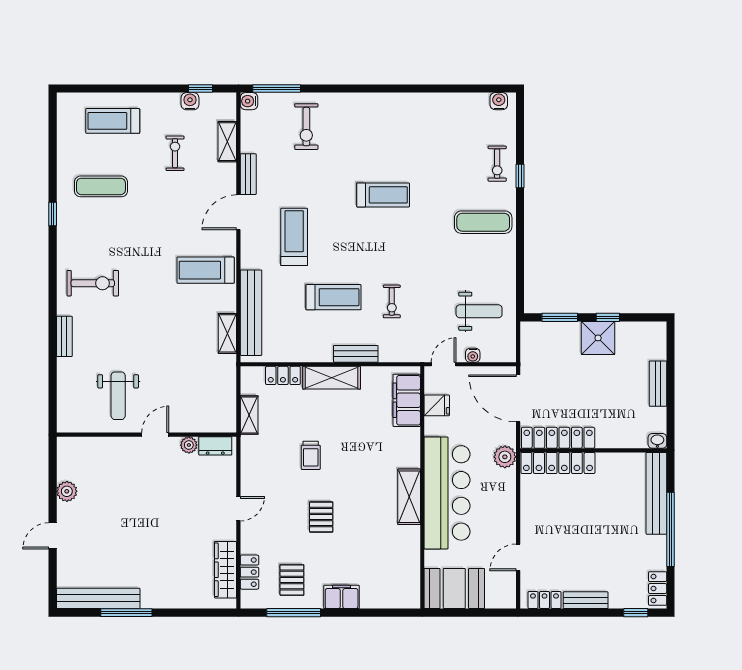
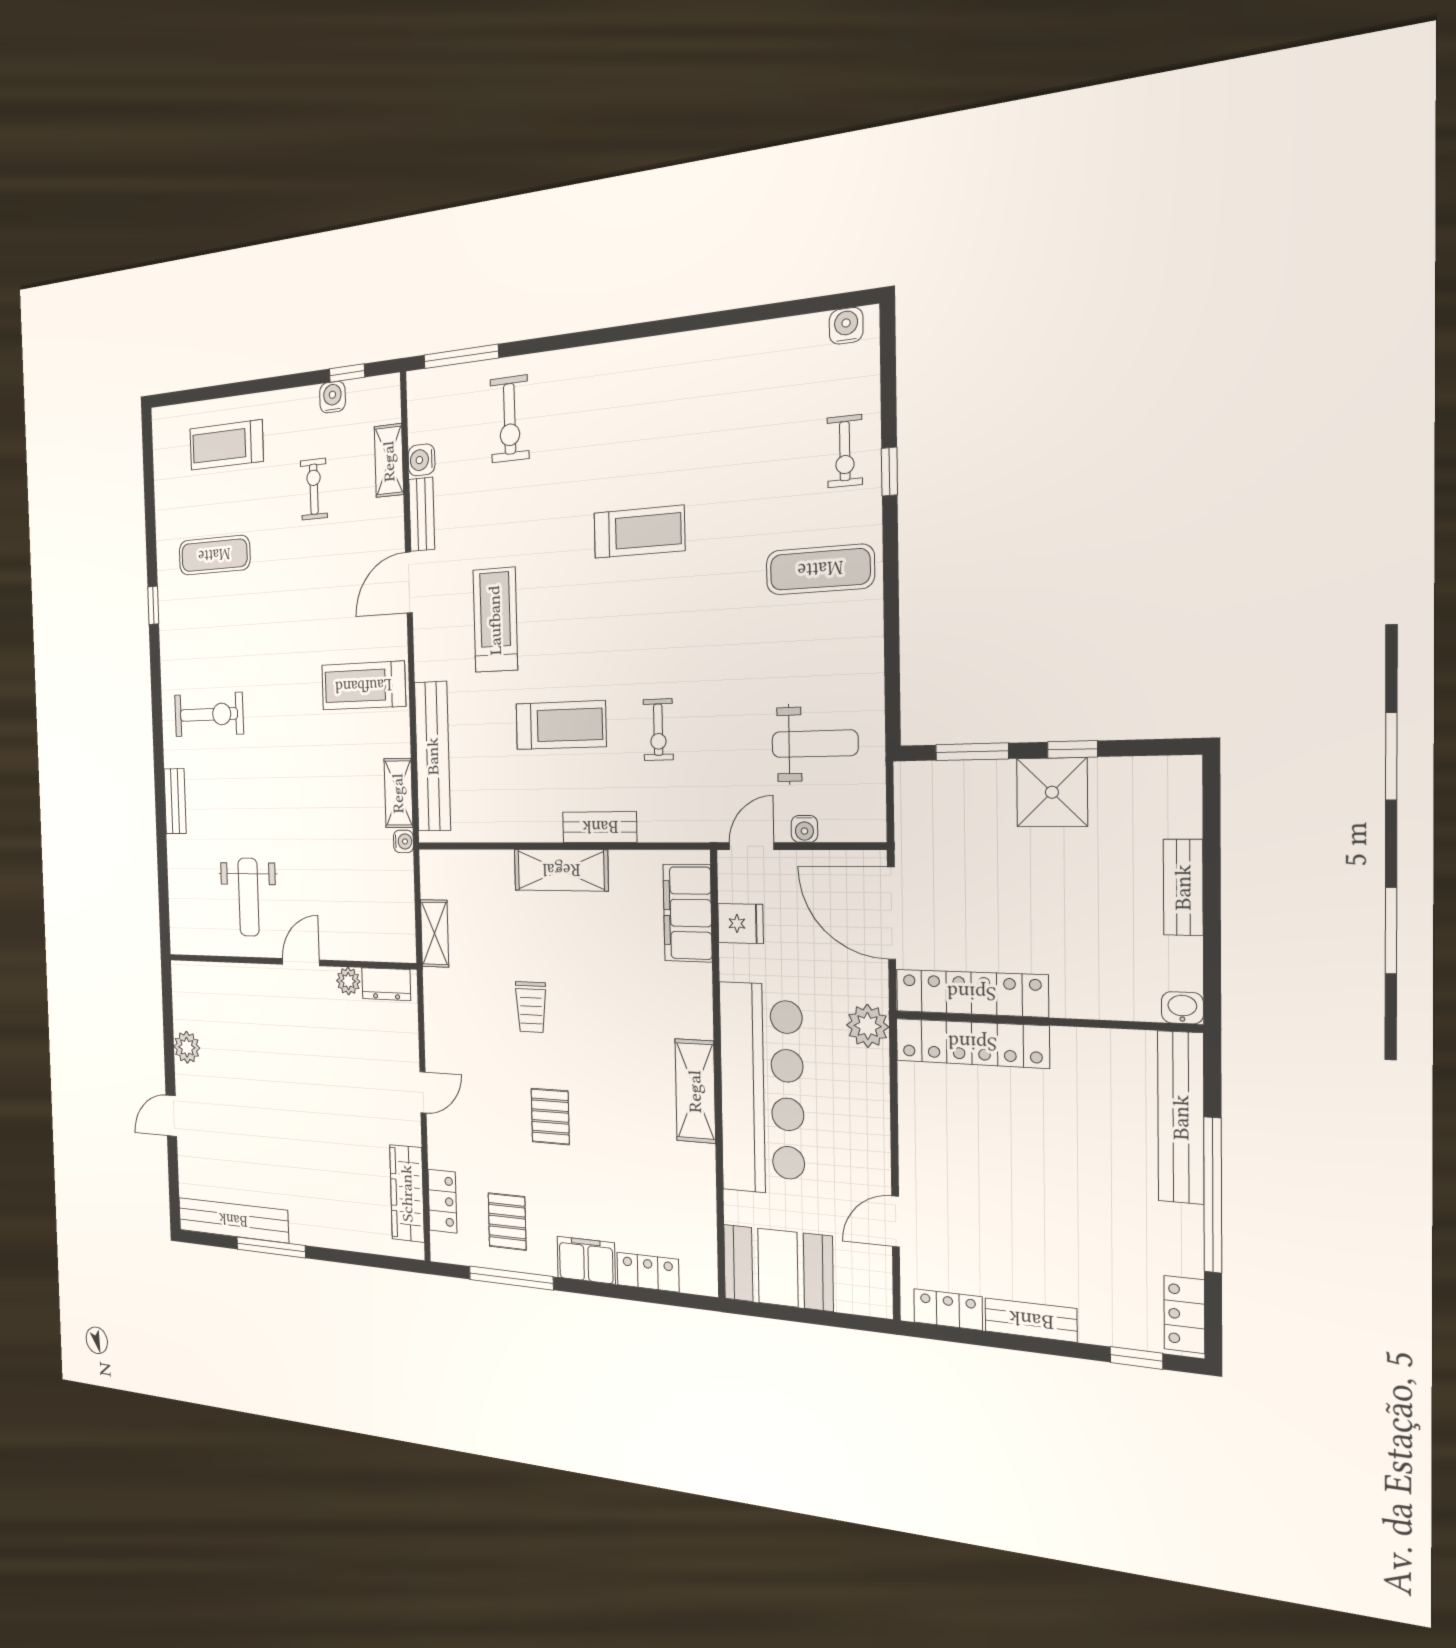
water cooler: (249, 101) -> (421, 460), moved
water cooler: (230, 362) -> (403, 841), added
locker: (283, 375) -> (648, 1272), moved, turned 180

